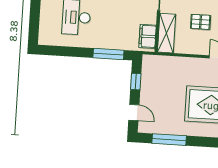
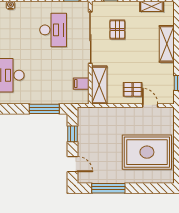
pallet: (201, 22) -> (133, 89), moved
filing cabinet: (148, 36) -> (81, 84), width x0.50

